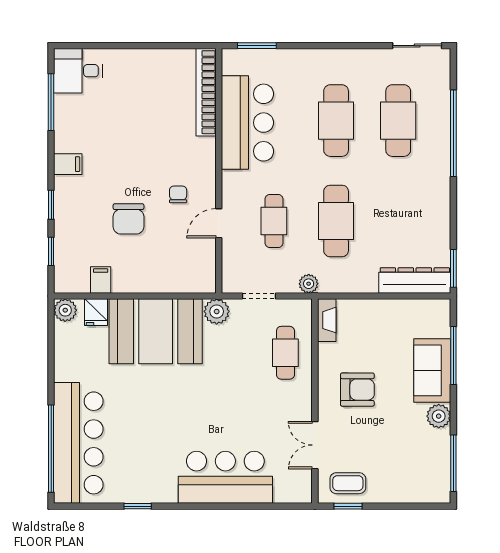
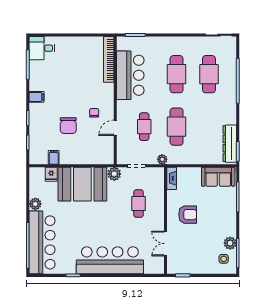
dresser: (415, 280) -> (230, 144), moved, turned -90
plant: (65, 310) -> (35, 204), moved
cafe table: (285, 353) -> (139, 204), moved
sofa: (432, 370) -> (218, 177), moved, turned -90
plant: (439, 416) -> (230, 243), moved
side table: (426, 474) -> (224, 259), added
bar counter: (225, 477) -> (110, 260), width x1.36
coffee table: (348, 483) -> (183, 263), removed

